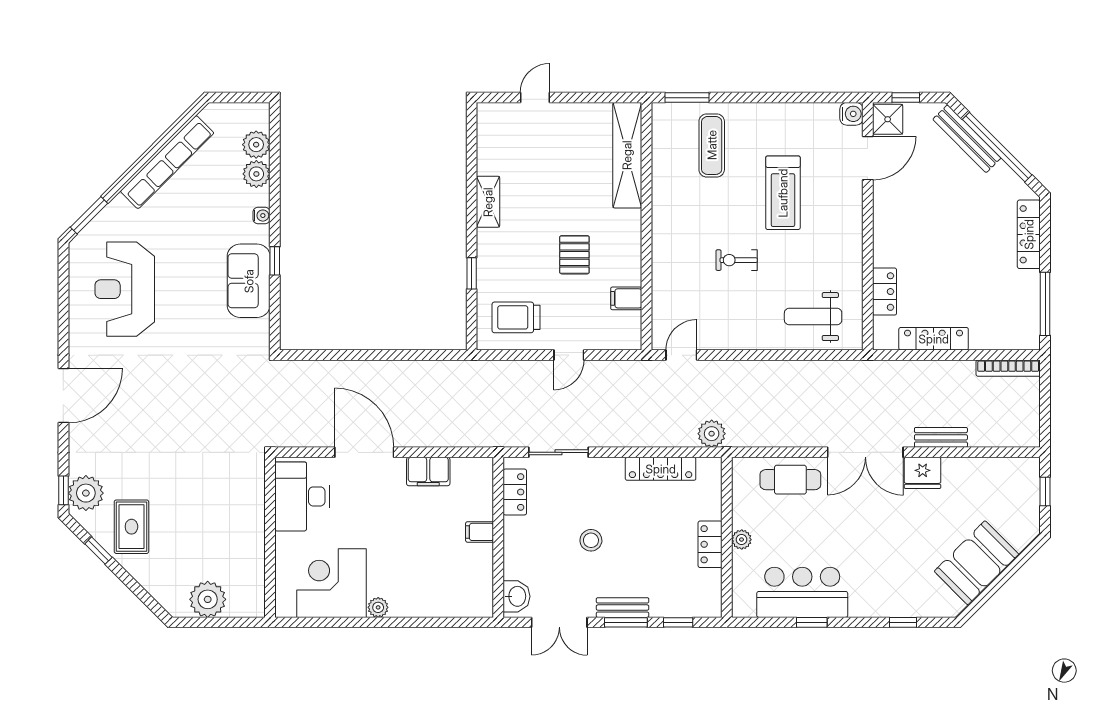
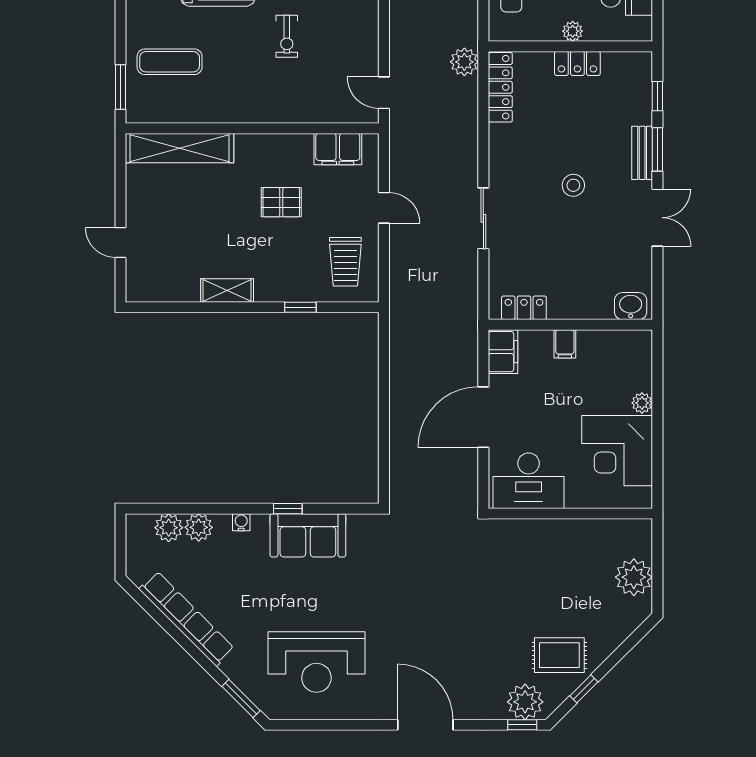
filing cabinet: (626, 298) -> (338, 149), width x2.00
locker: (661, 469) -> (500, 87), moved
locker: (515, 492) -> (524, 308), moved
filing cabinet: (480, 532) -> (565, 344), moved
wall: (498, 537) -> (570, 325), moved
washbasin: (517, 596) -> (631, 306), moved

